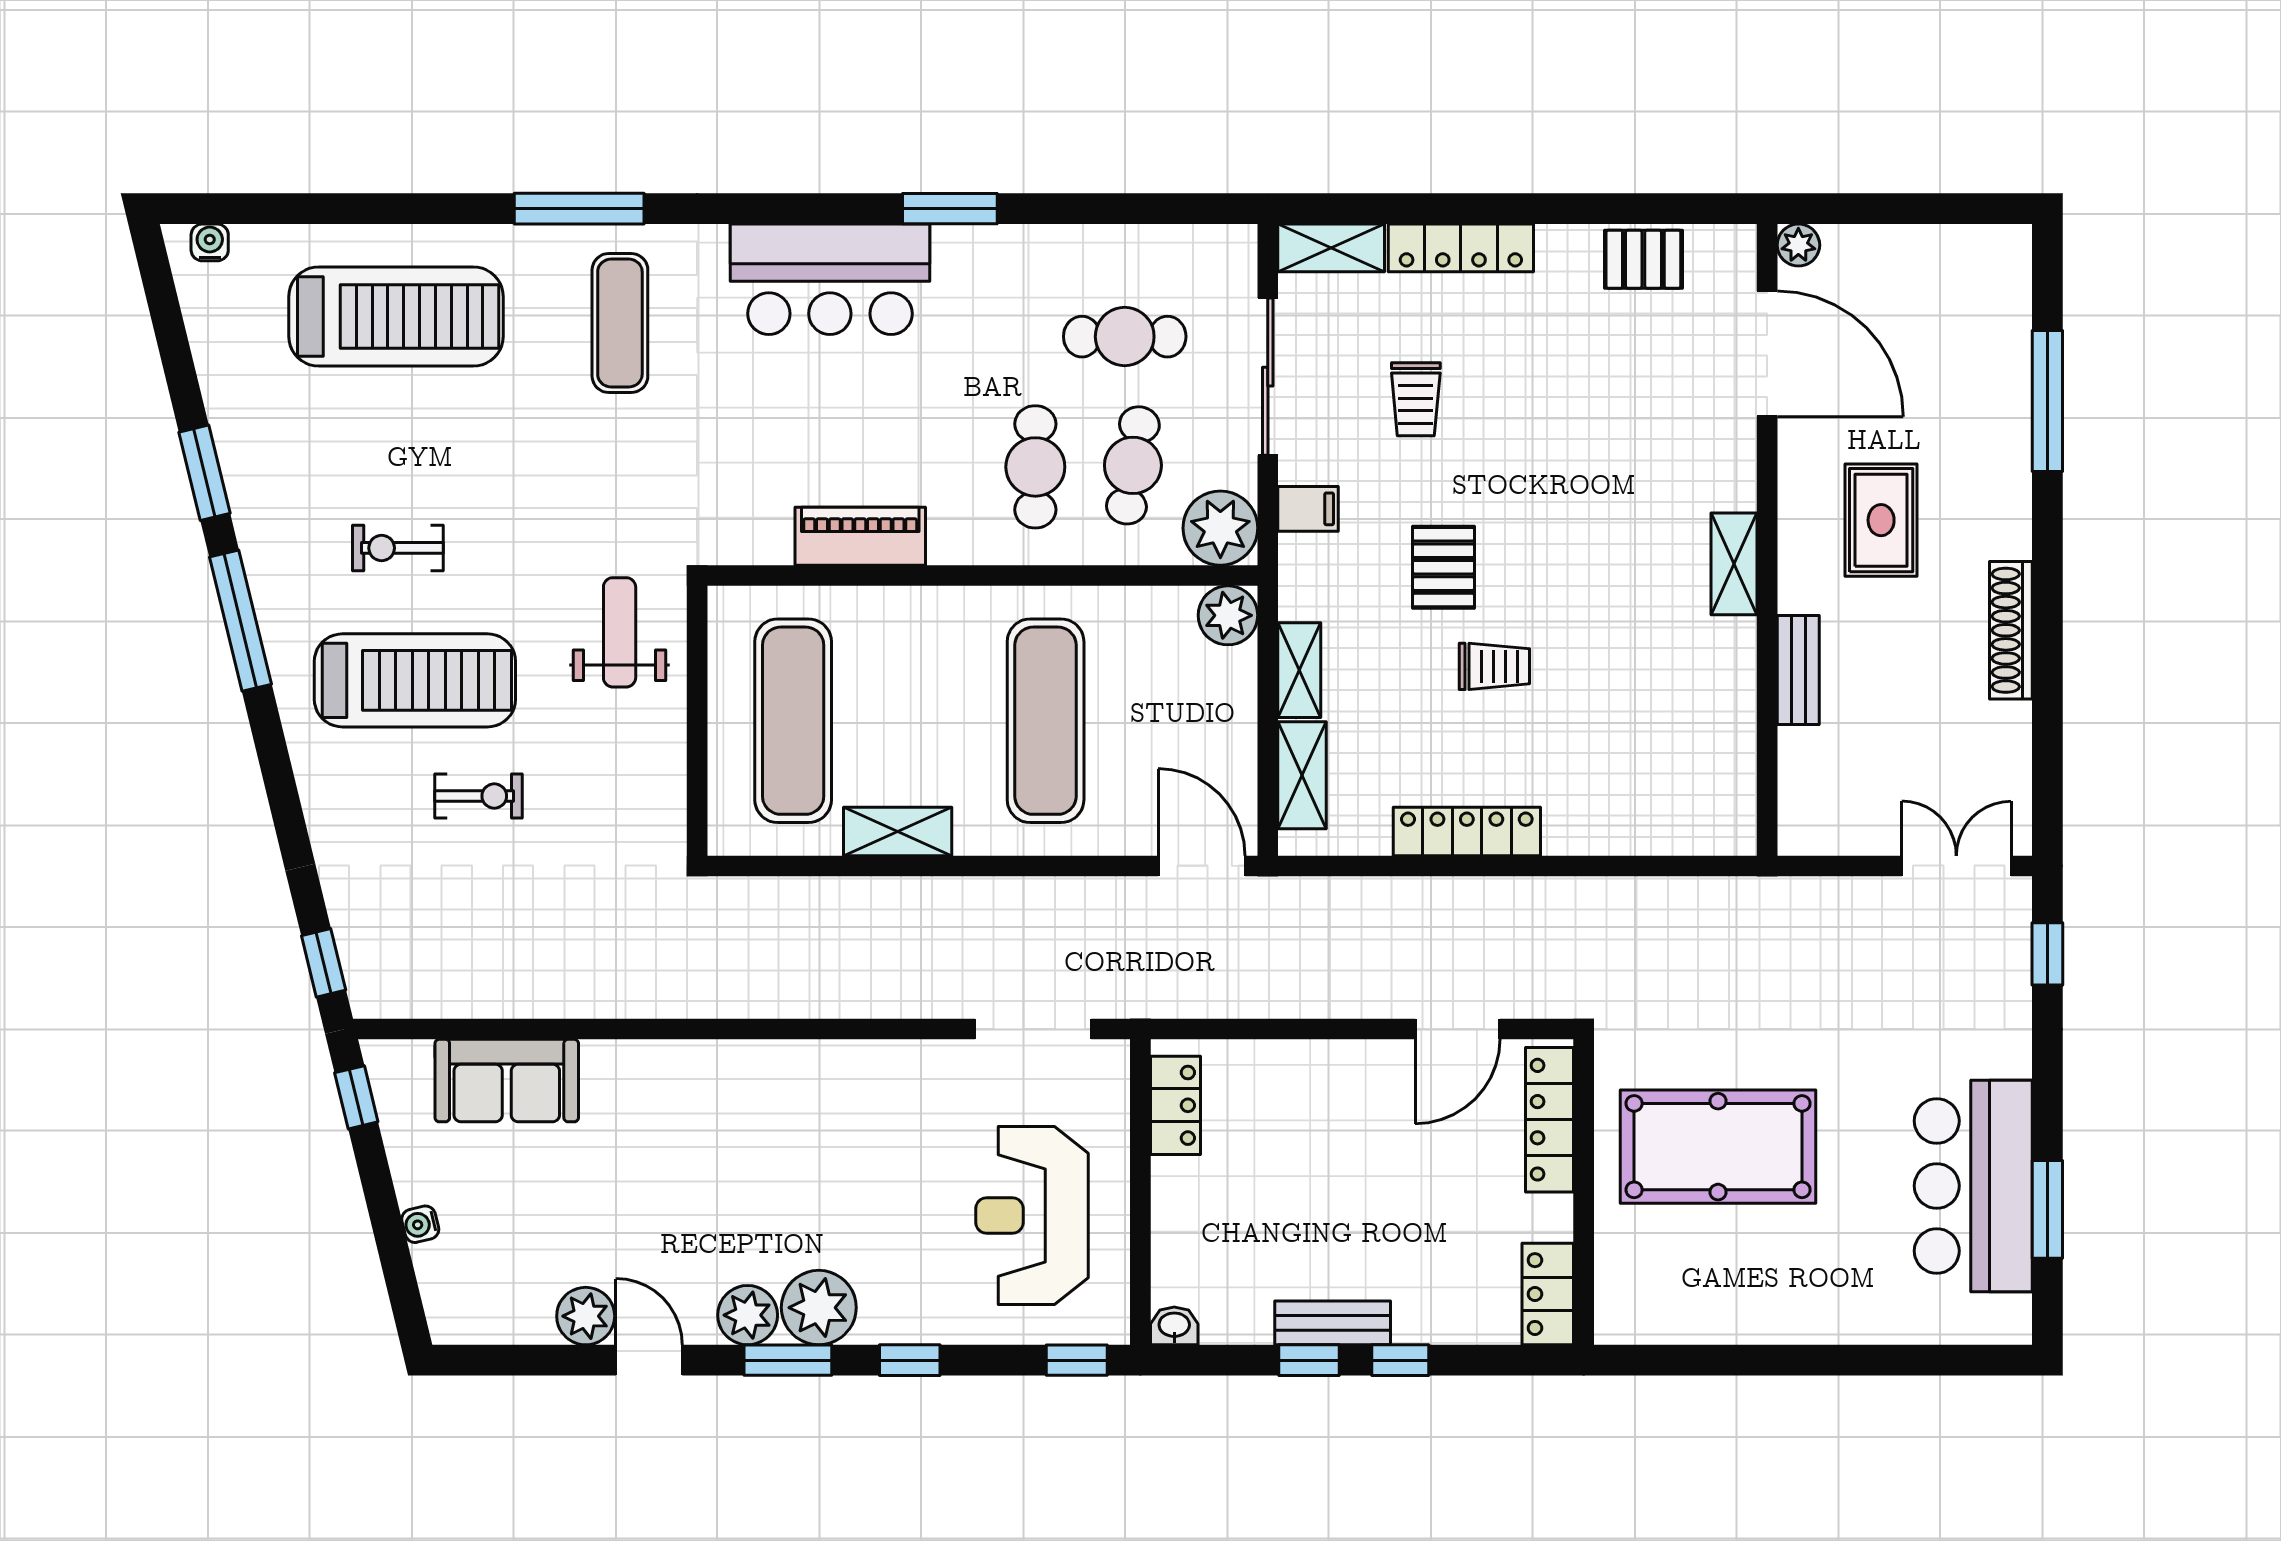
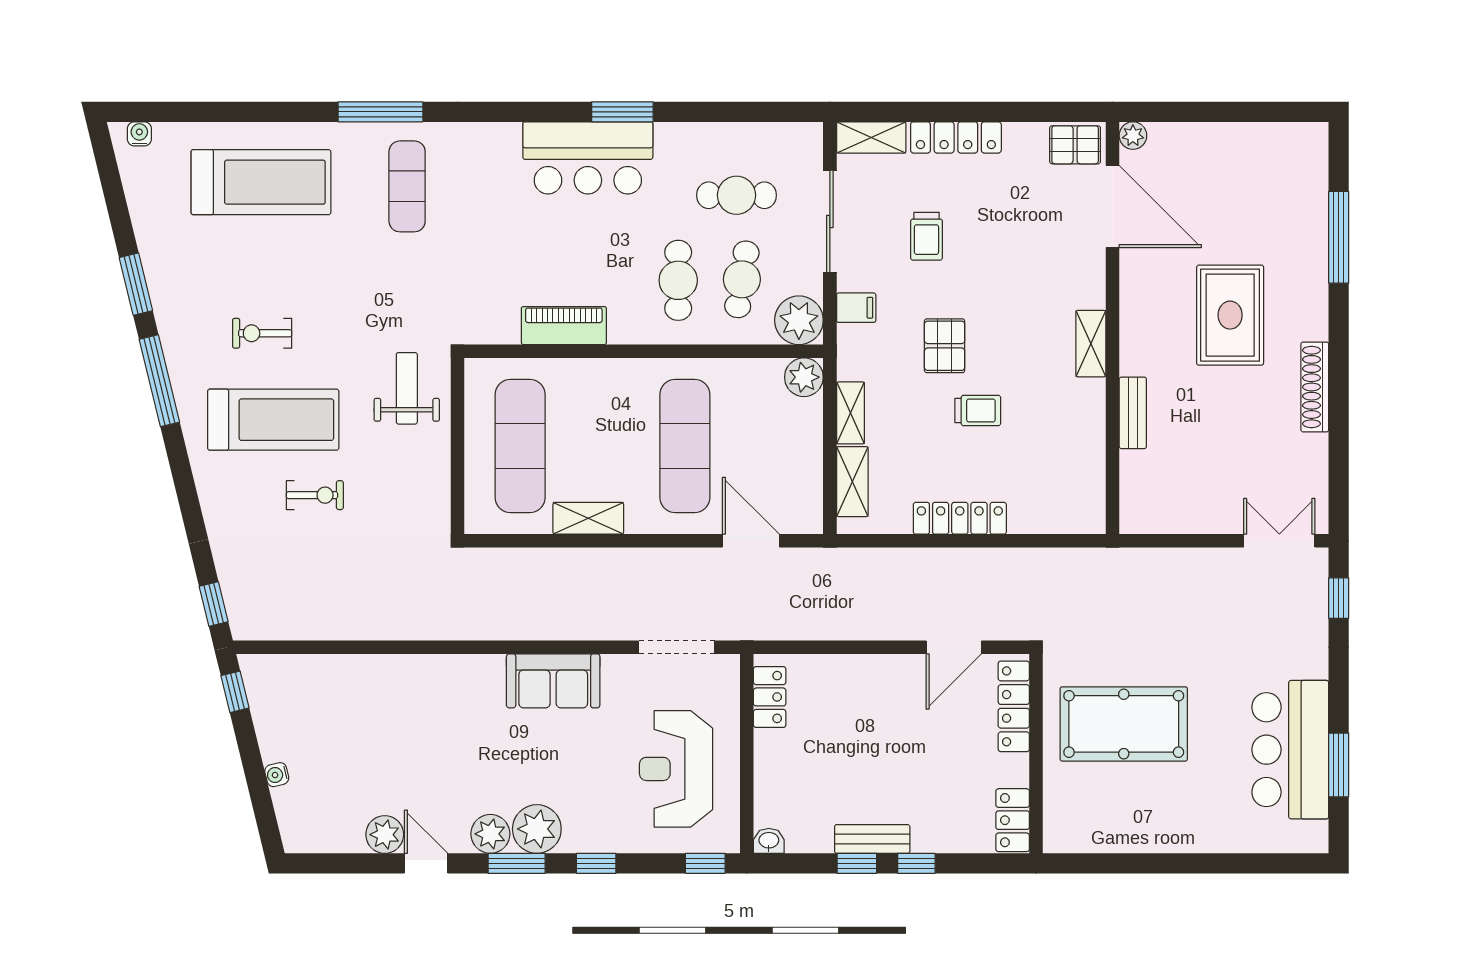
plant: (1798, 245) -> (1133, 136), moved
bar counter: (830, 279) -> (588, 158), moved
door: (1767, 354) -> (1113, 206), moved
rug: (1881, 520) -> (1230, 315), width x1.36, depth x1.43
wall: (1767, 540) -> (1113, 328), moved
shelving: (1734, 564) -> (1091, 344), moved
bench: (1798, 670) -> (1133, 413), moved
door: (1202, 866) -> (751, 541), moved
sofa: (507, 1081) -> (553, 681), moved

